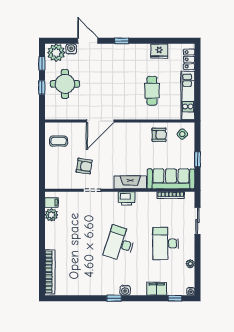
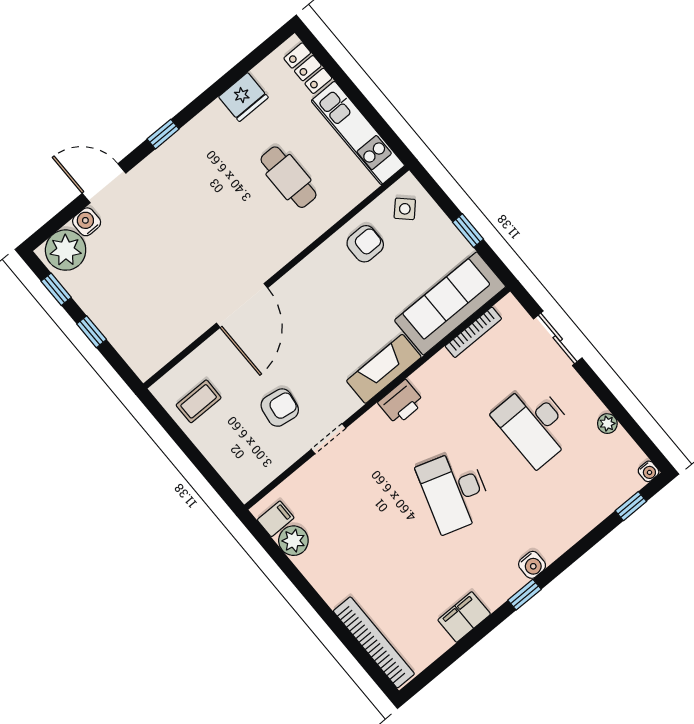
round table: (65, 84) -> (127, 292), removed
filing cabinet: (157, 289) -> (464, 617), moved

